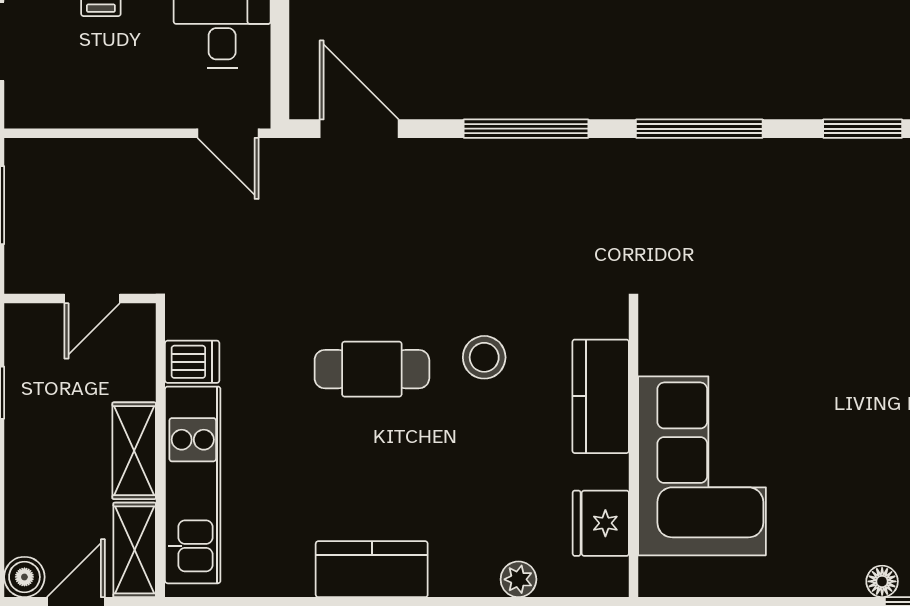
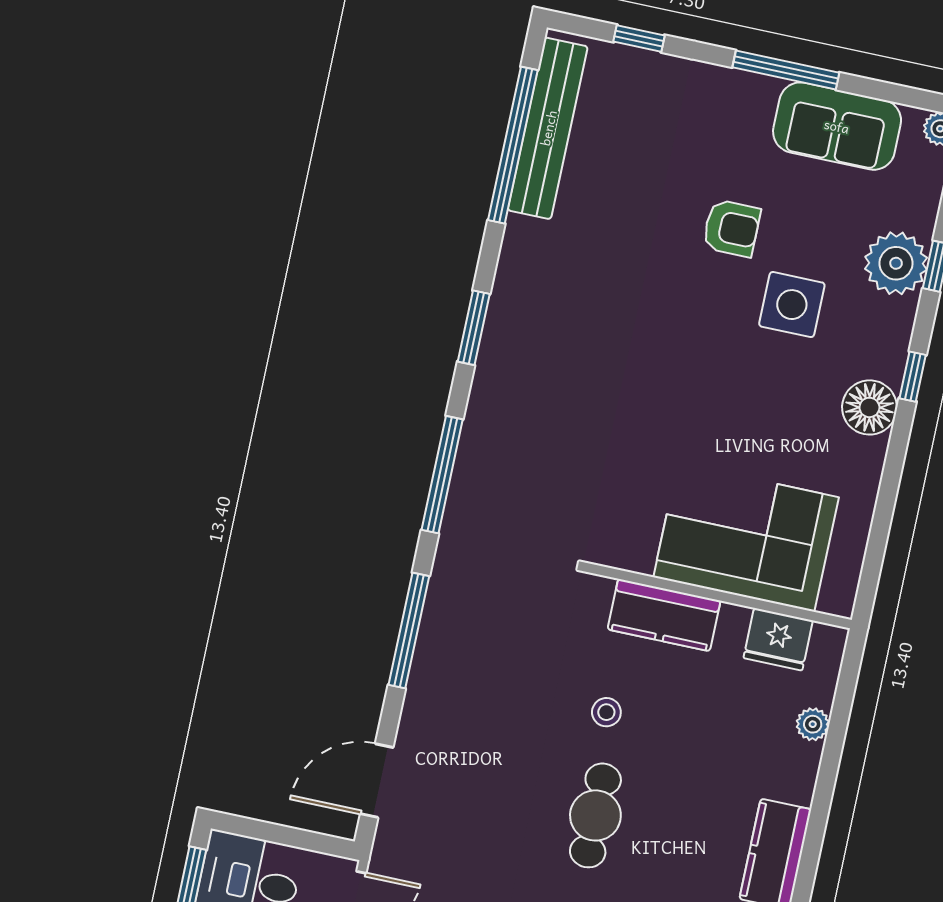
stool: (484, 357) -> (606, 712), width x0.73, depth x0.73
floor lamp: (882, 581) -> (869, 407), width x1.89, depth x1.89

